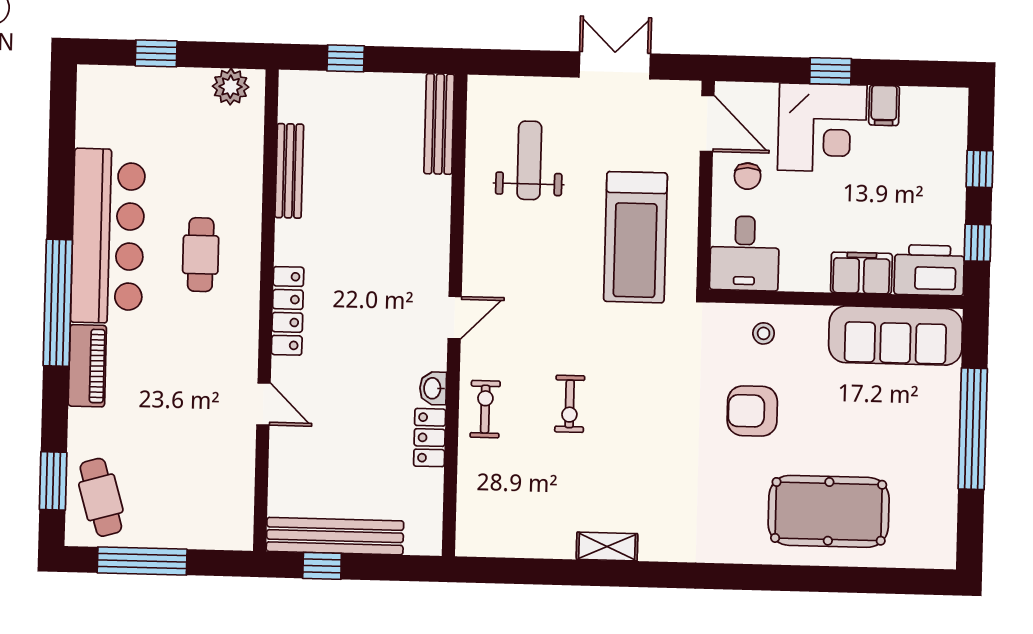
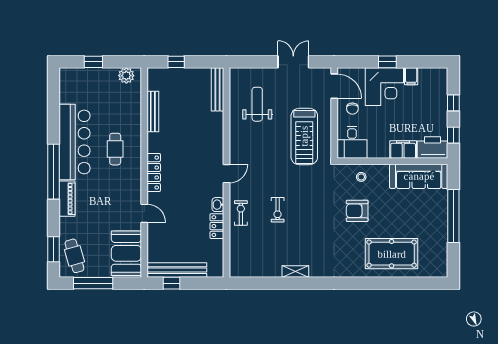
booth: (220, 495) -> (126, 253), added

